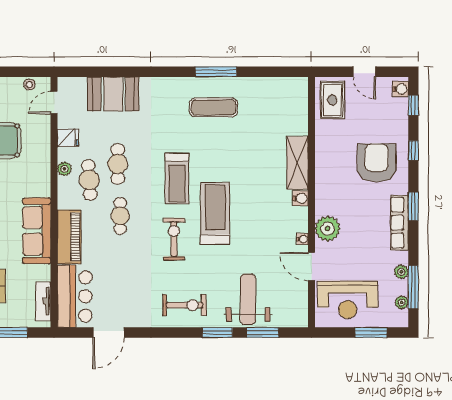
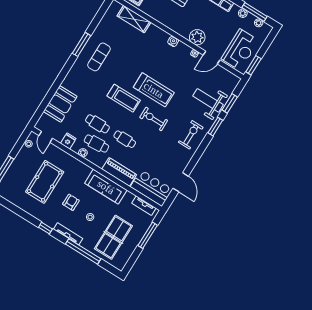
shelving: (297, 163) -> (134, 19), moved
treadmill: (215, 214) -> (154, 90), turned 180
window: (371, 332) -> (253, 65), moved

